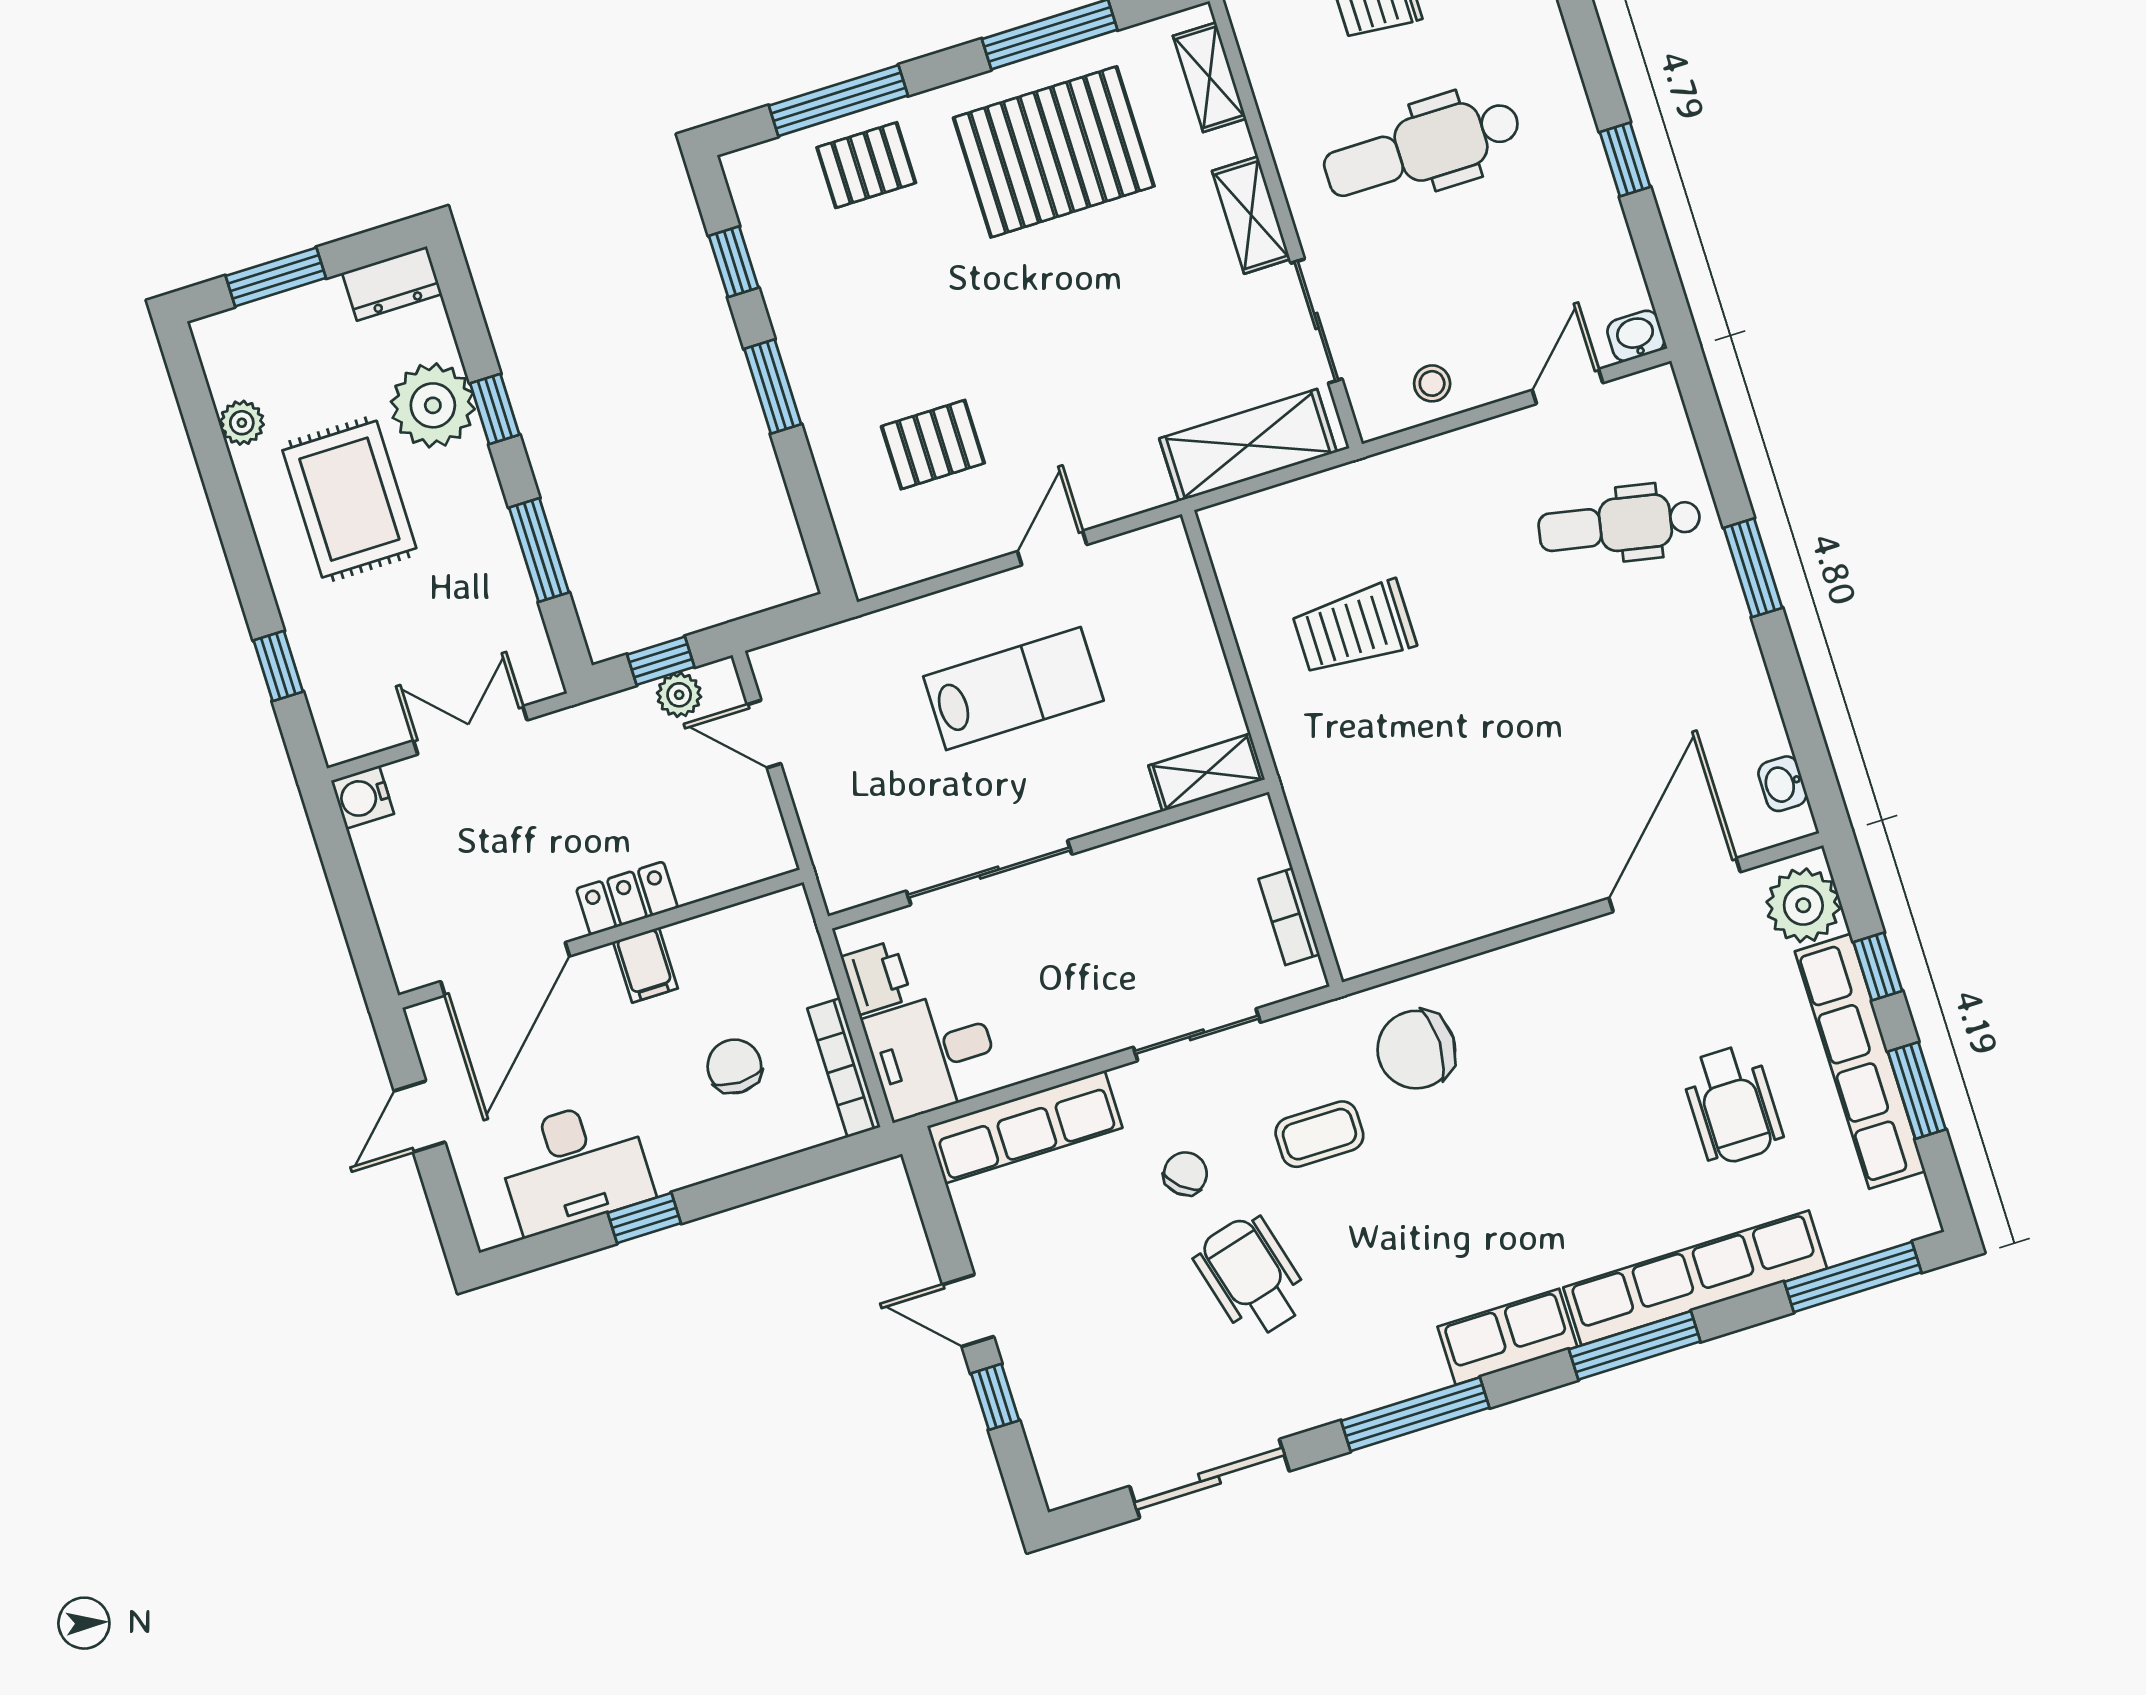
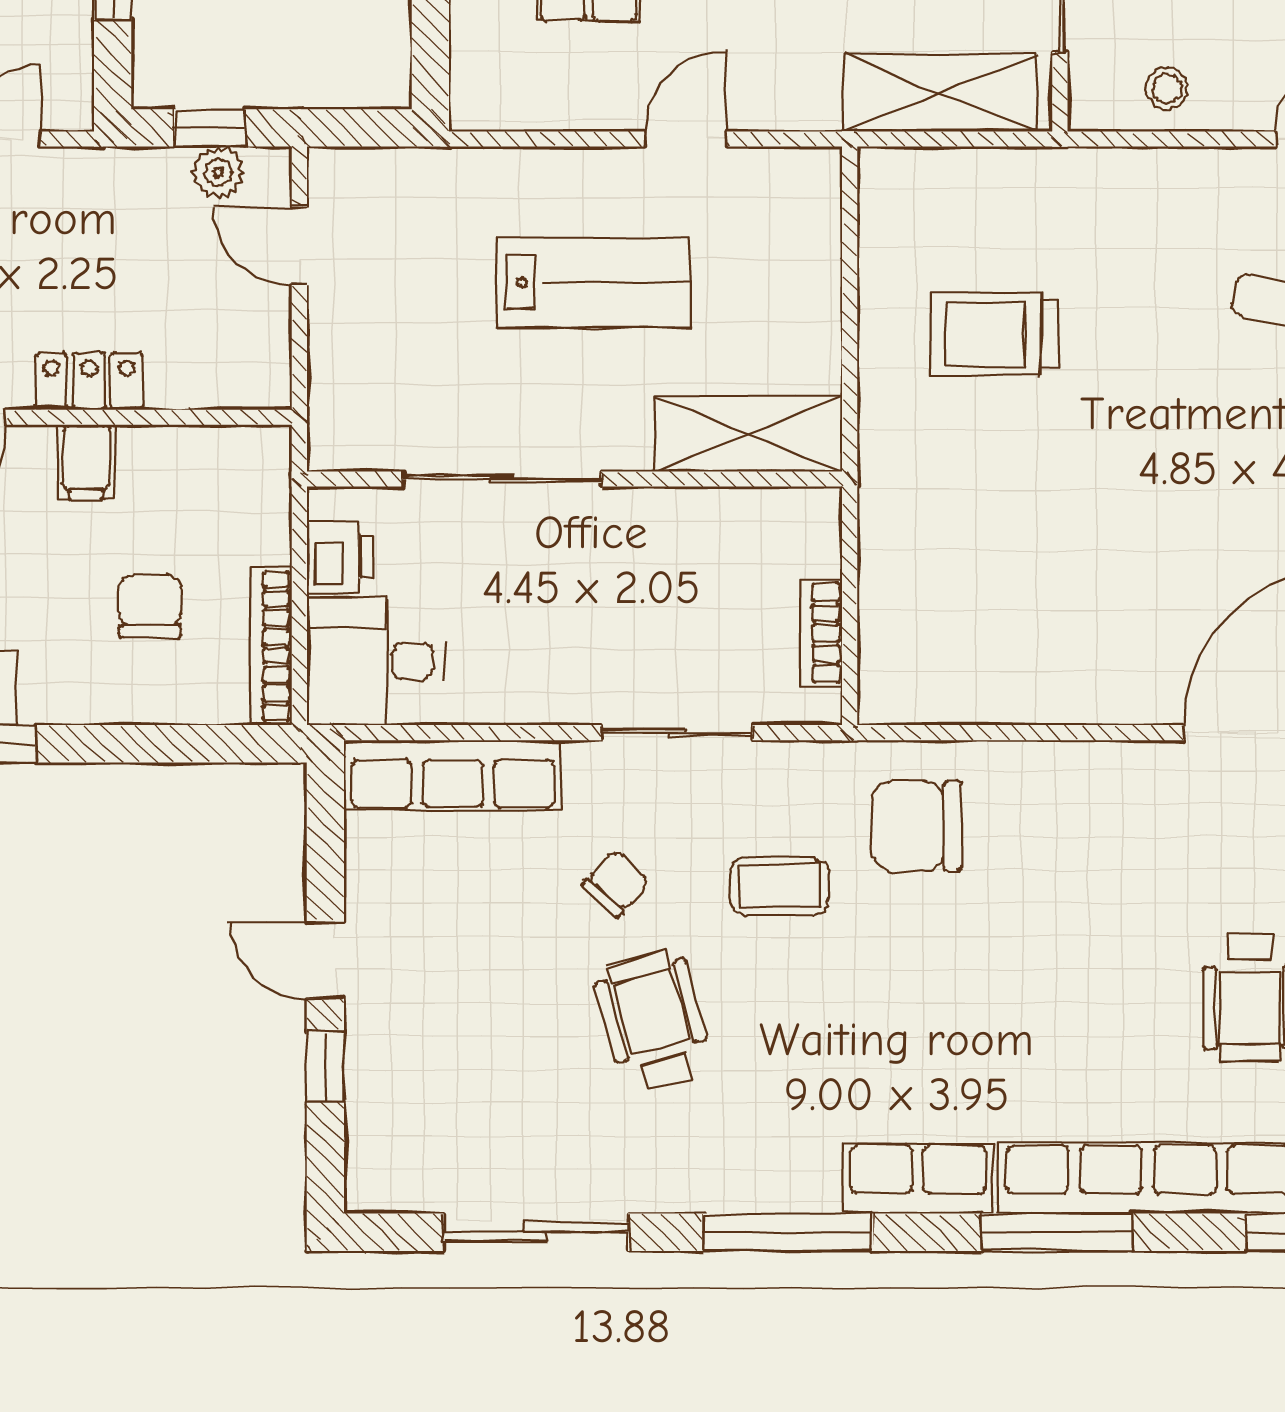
shelving: (1207, 773) -> (748, 434), width x1.50, depth x1.33

